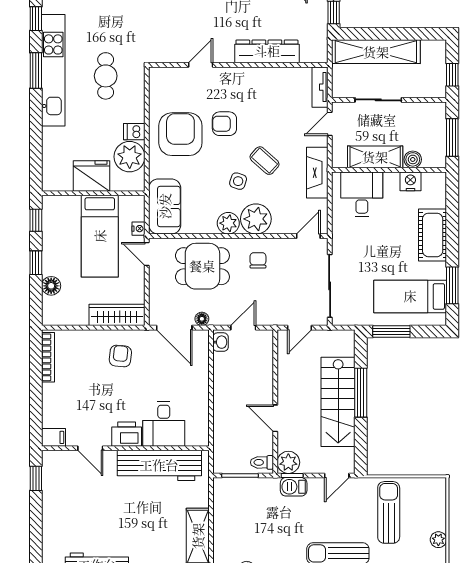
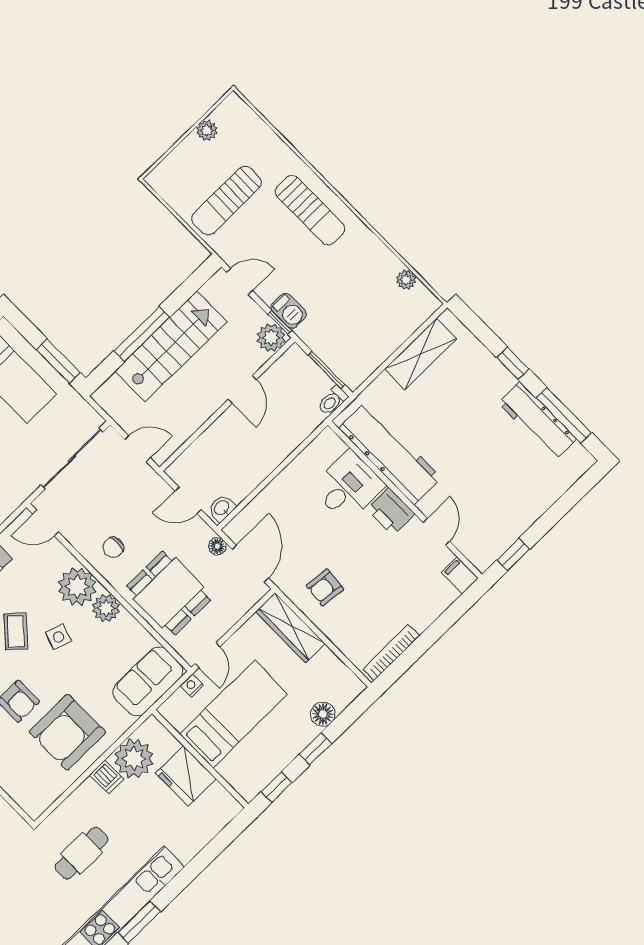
toilet: (262, 462) -> (333, 401), moved, turned 90

